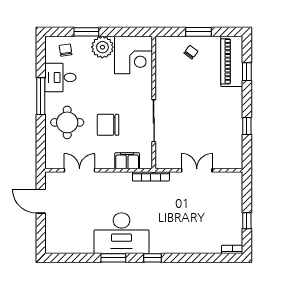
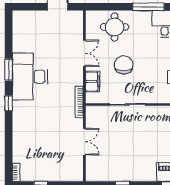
round table: (67, 122) -> (115, 27), moved
double door: (80, 170) -> (84, 53), moved

